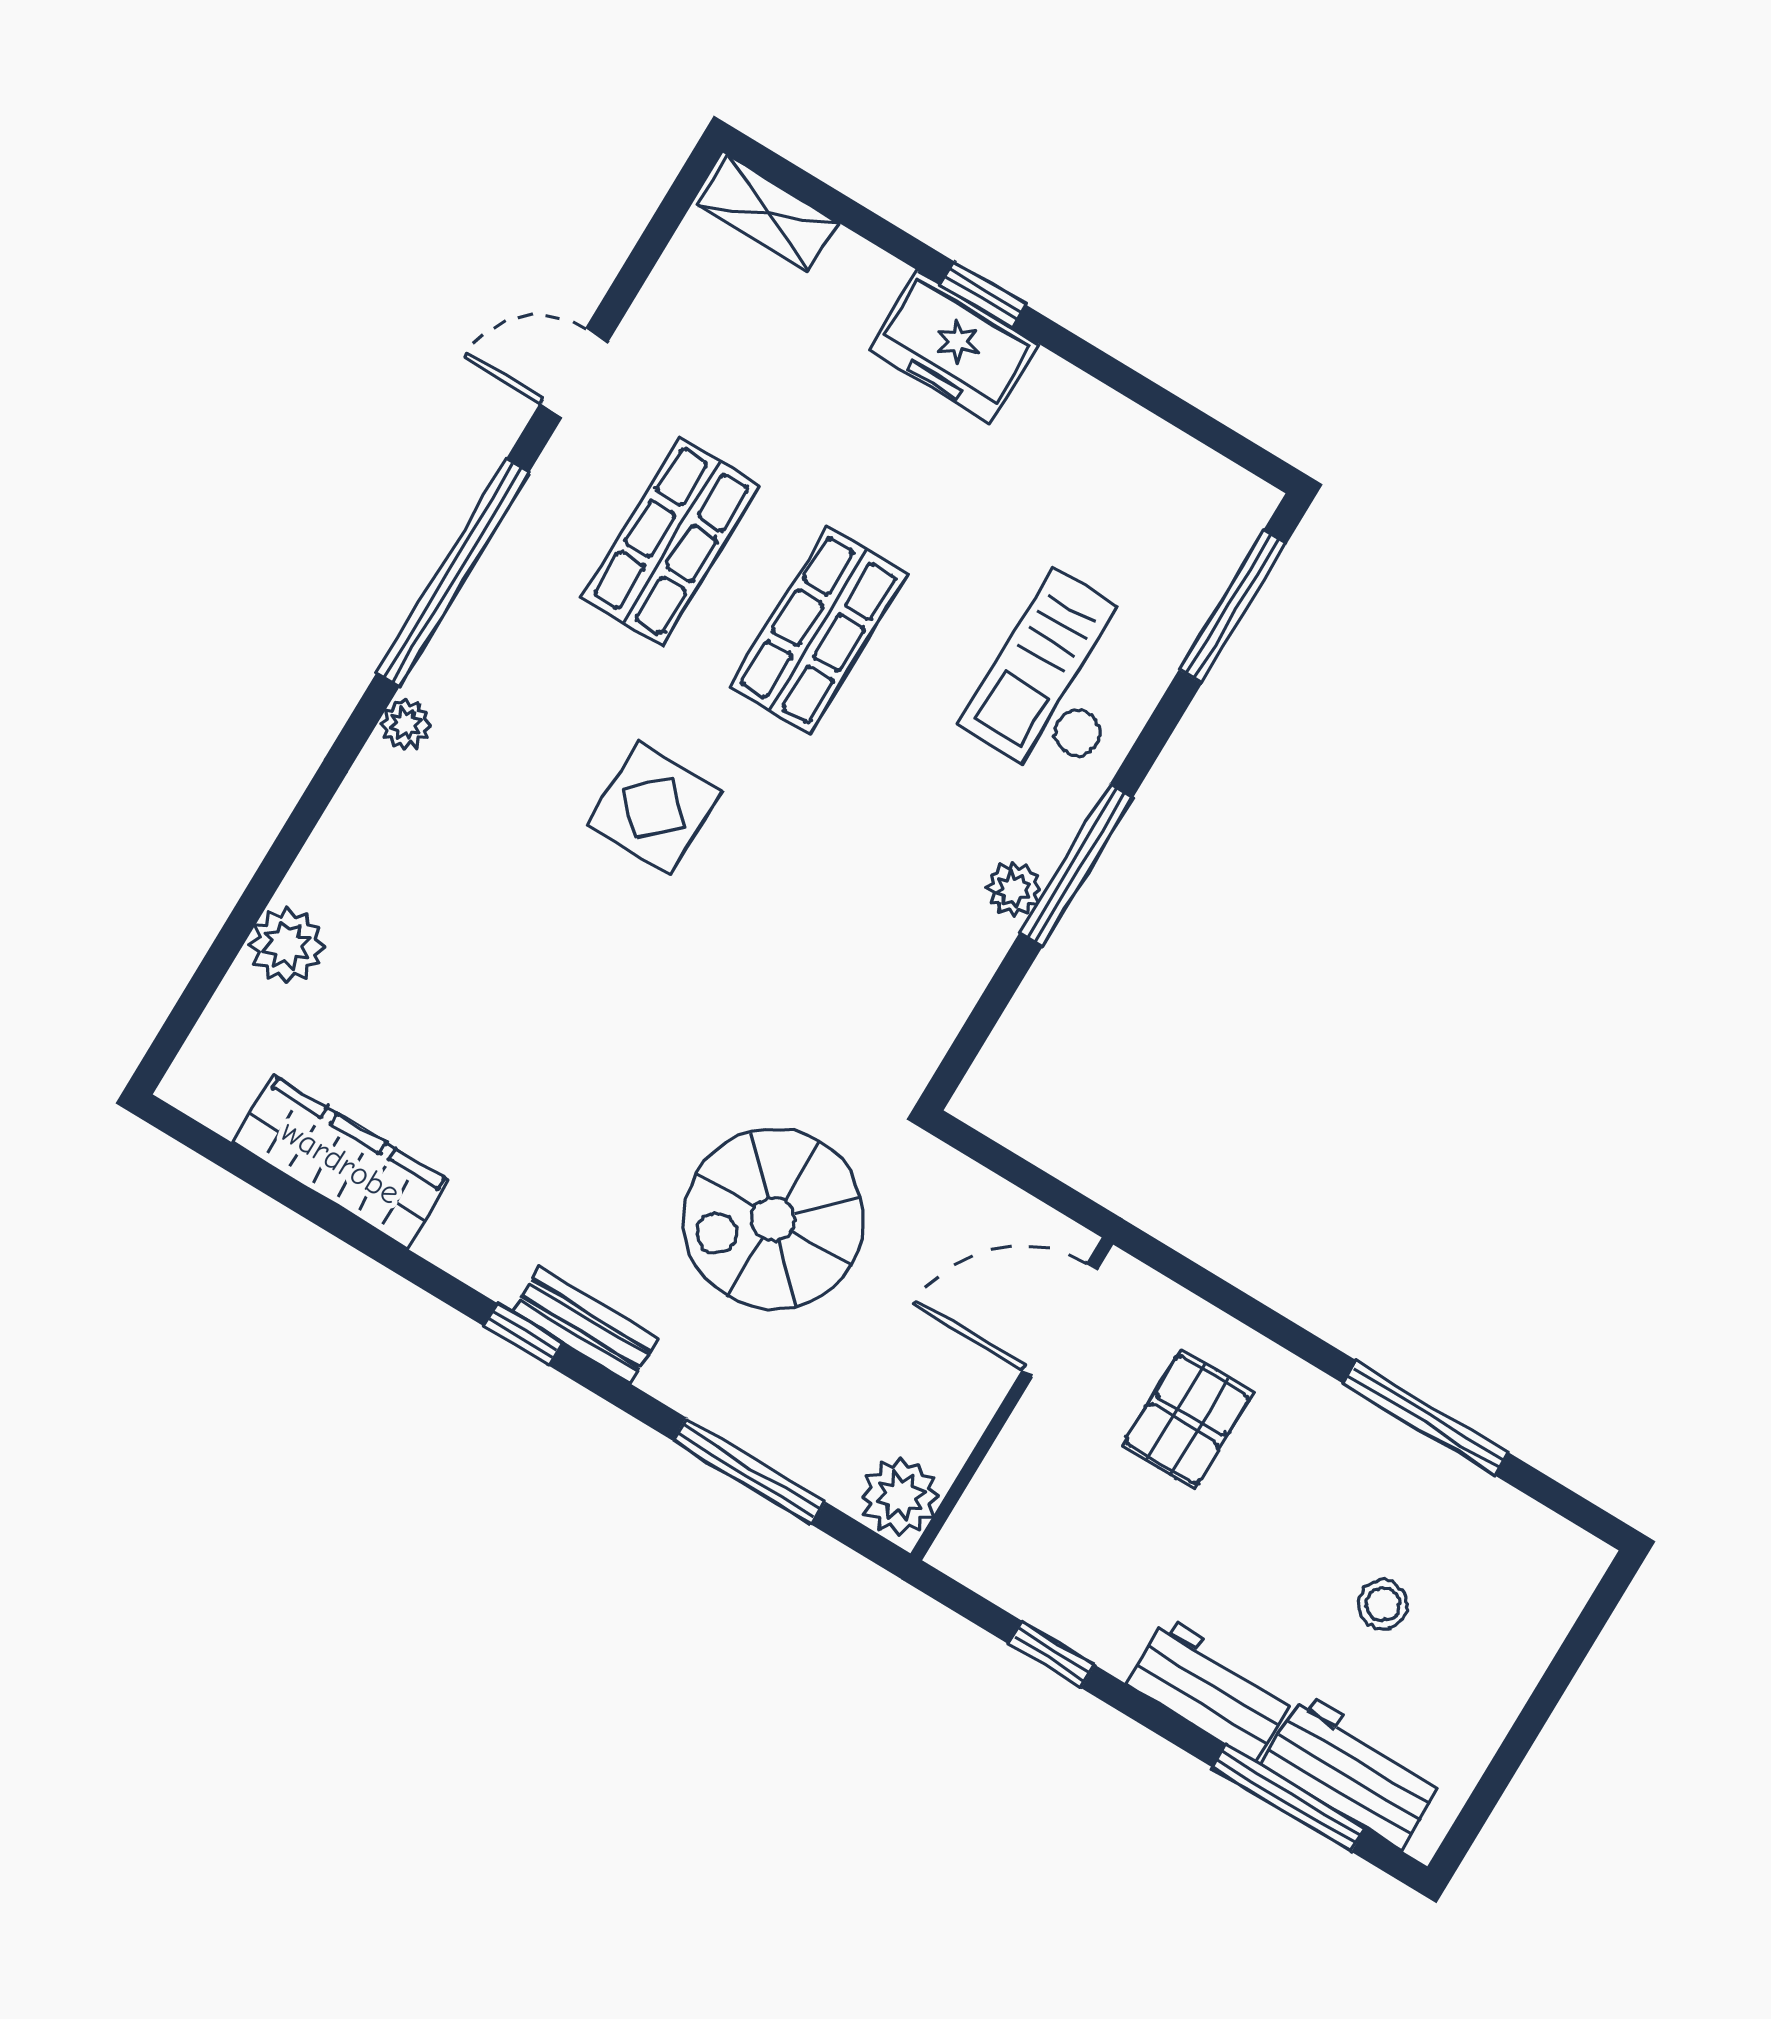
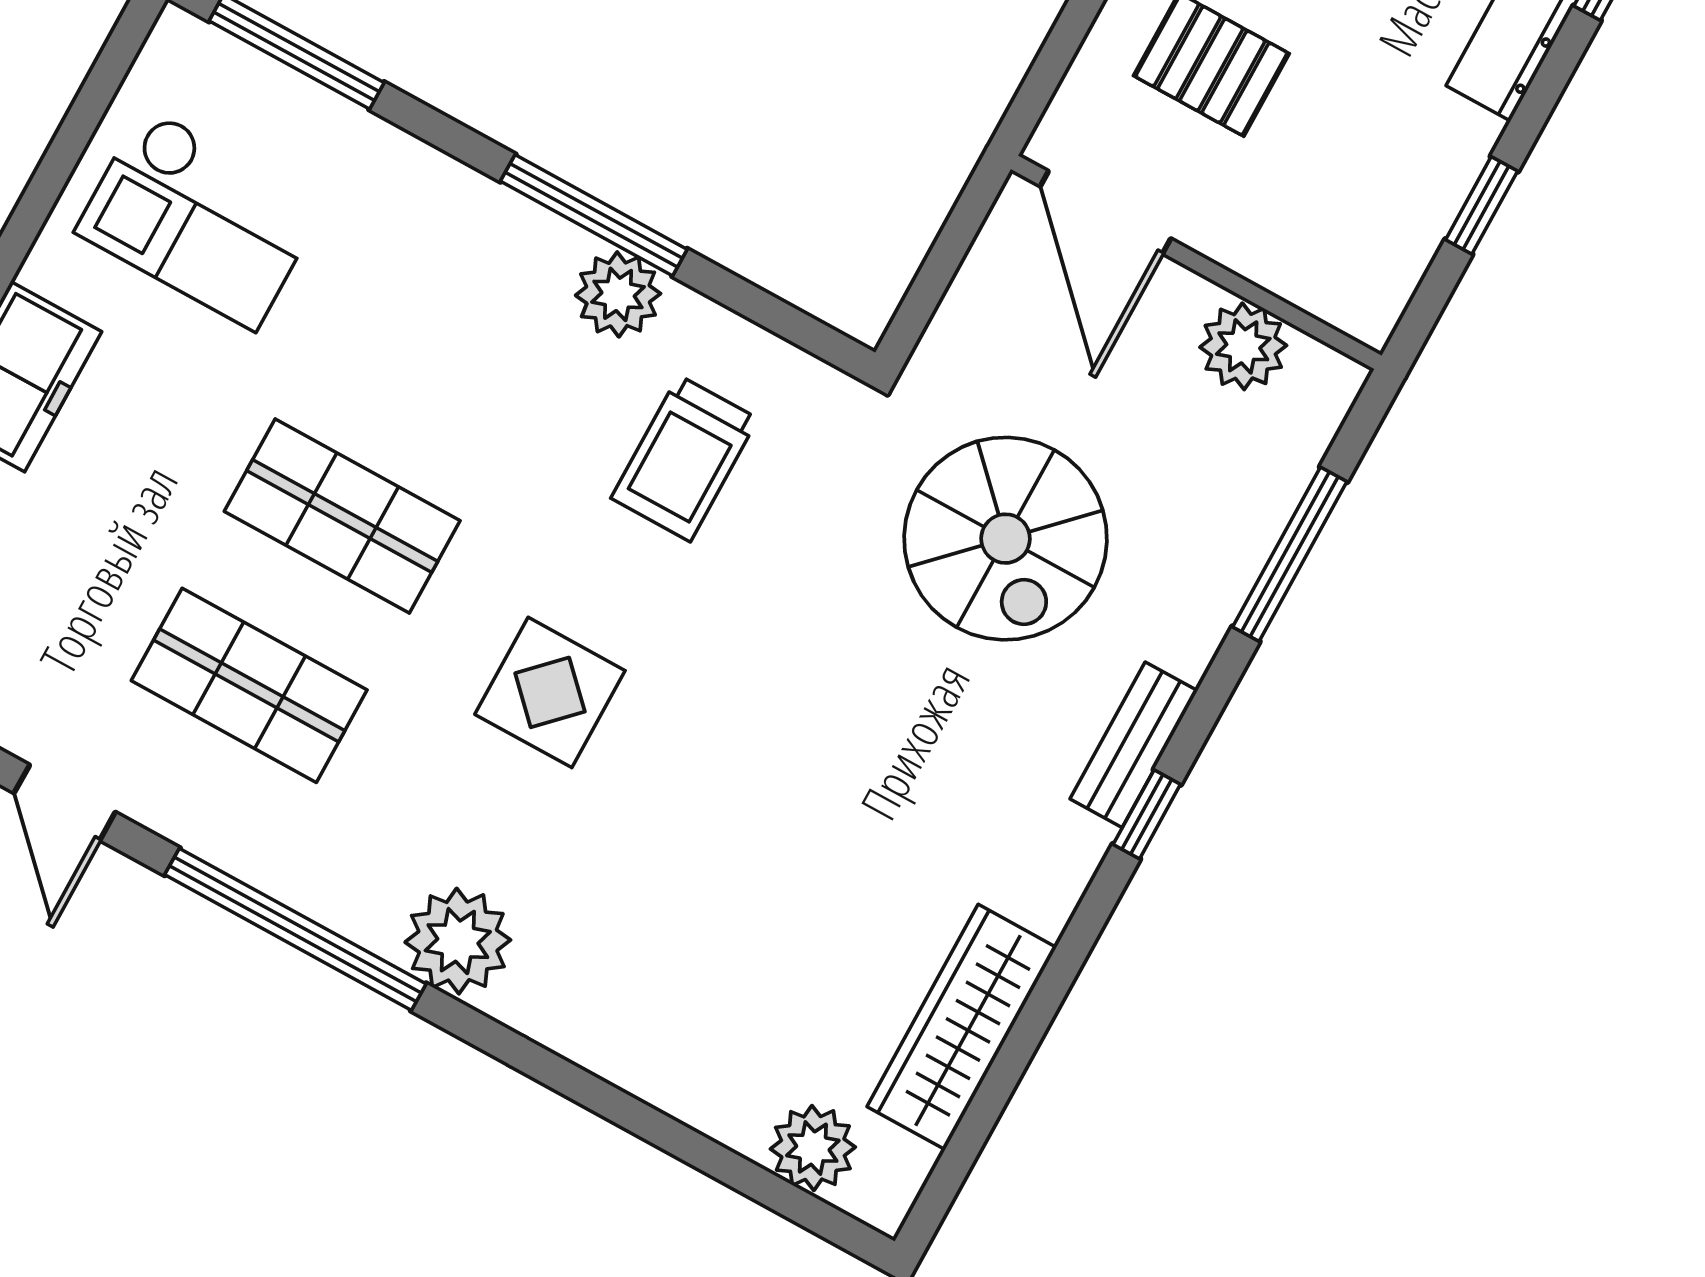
checkout: (1061, 679) -> (200, 218), moved
plant: (406, 725) -> (458, 941), width x1.87, depth x1.87
plant: (1014, 889) -> (618, 294), width x1.38, depth x1.38
trolley: (857, 937) -> (684, 458), added
plant: (287, 945) -> (813, 1148), moved
plant: (900, 1496) -> (1243, 346), moved

